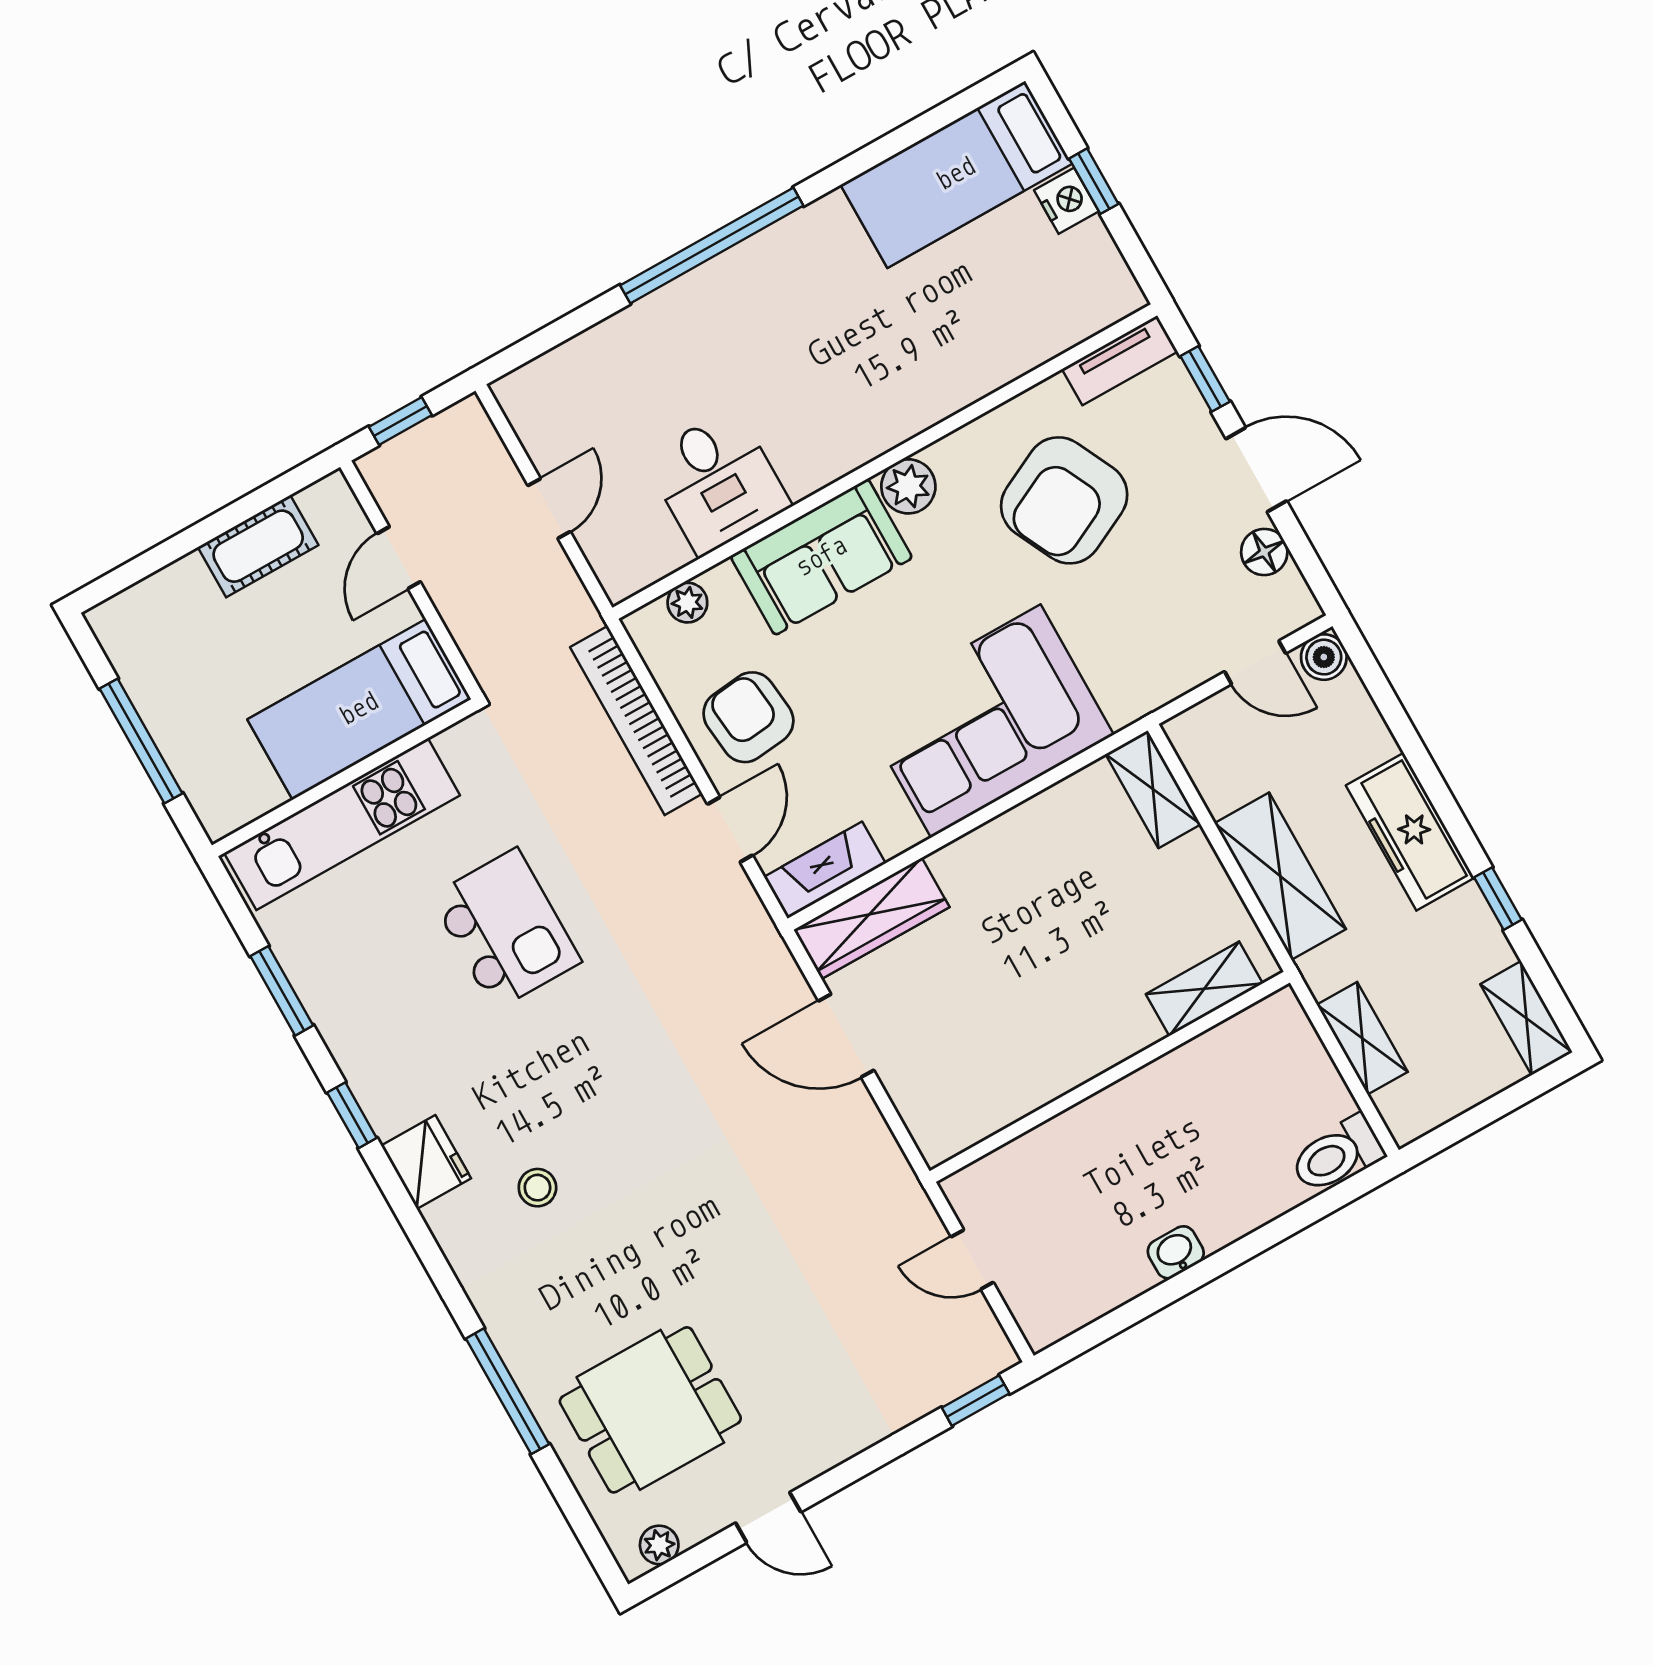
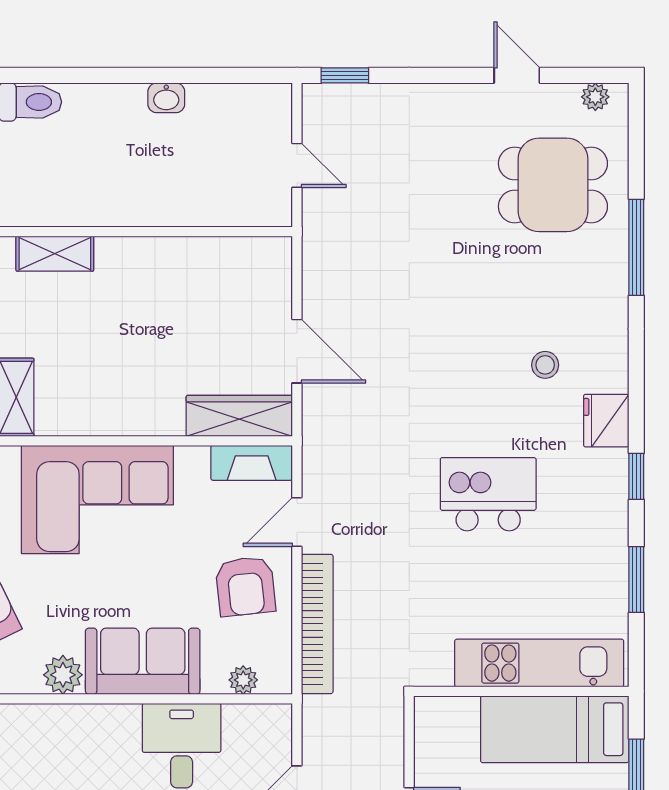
bed: (359, 709) -> (555, 729), moved, turned 180
kitchen island: (506, 929) -> (488, 494), moved, turned 90

